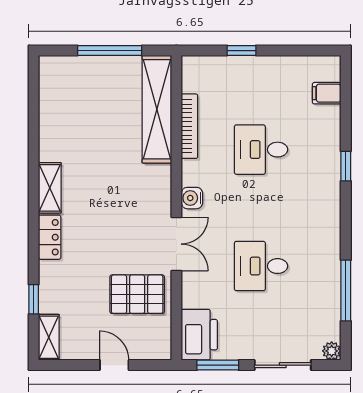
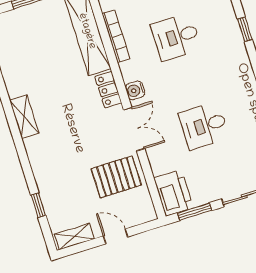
locker: (50, 237) -> (108, 90), moved, turned 180
shelving: (49, 337) -> (74, 237), moved, turned 90

